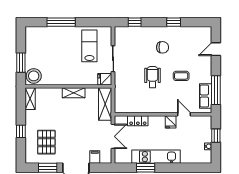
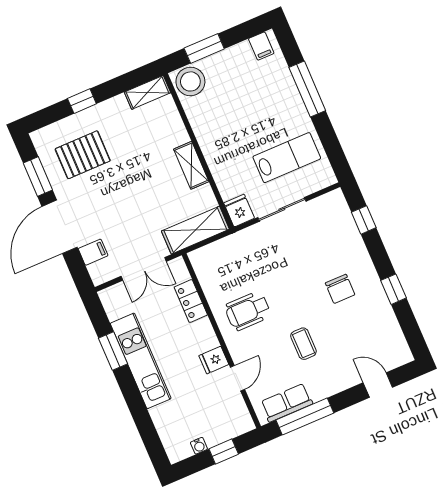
filing cabinet: (31, 35) -> (261, 46), added
wheelchair: (152, 77) -> (248, 311), moved, turned 180

